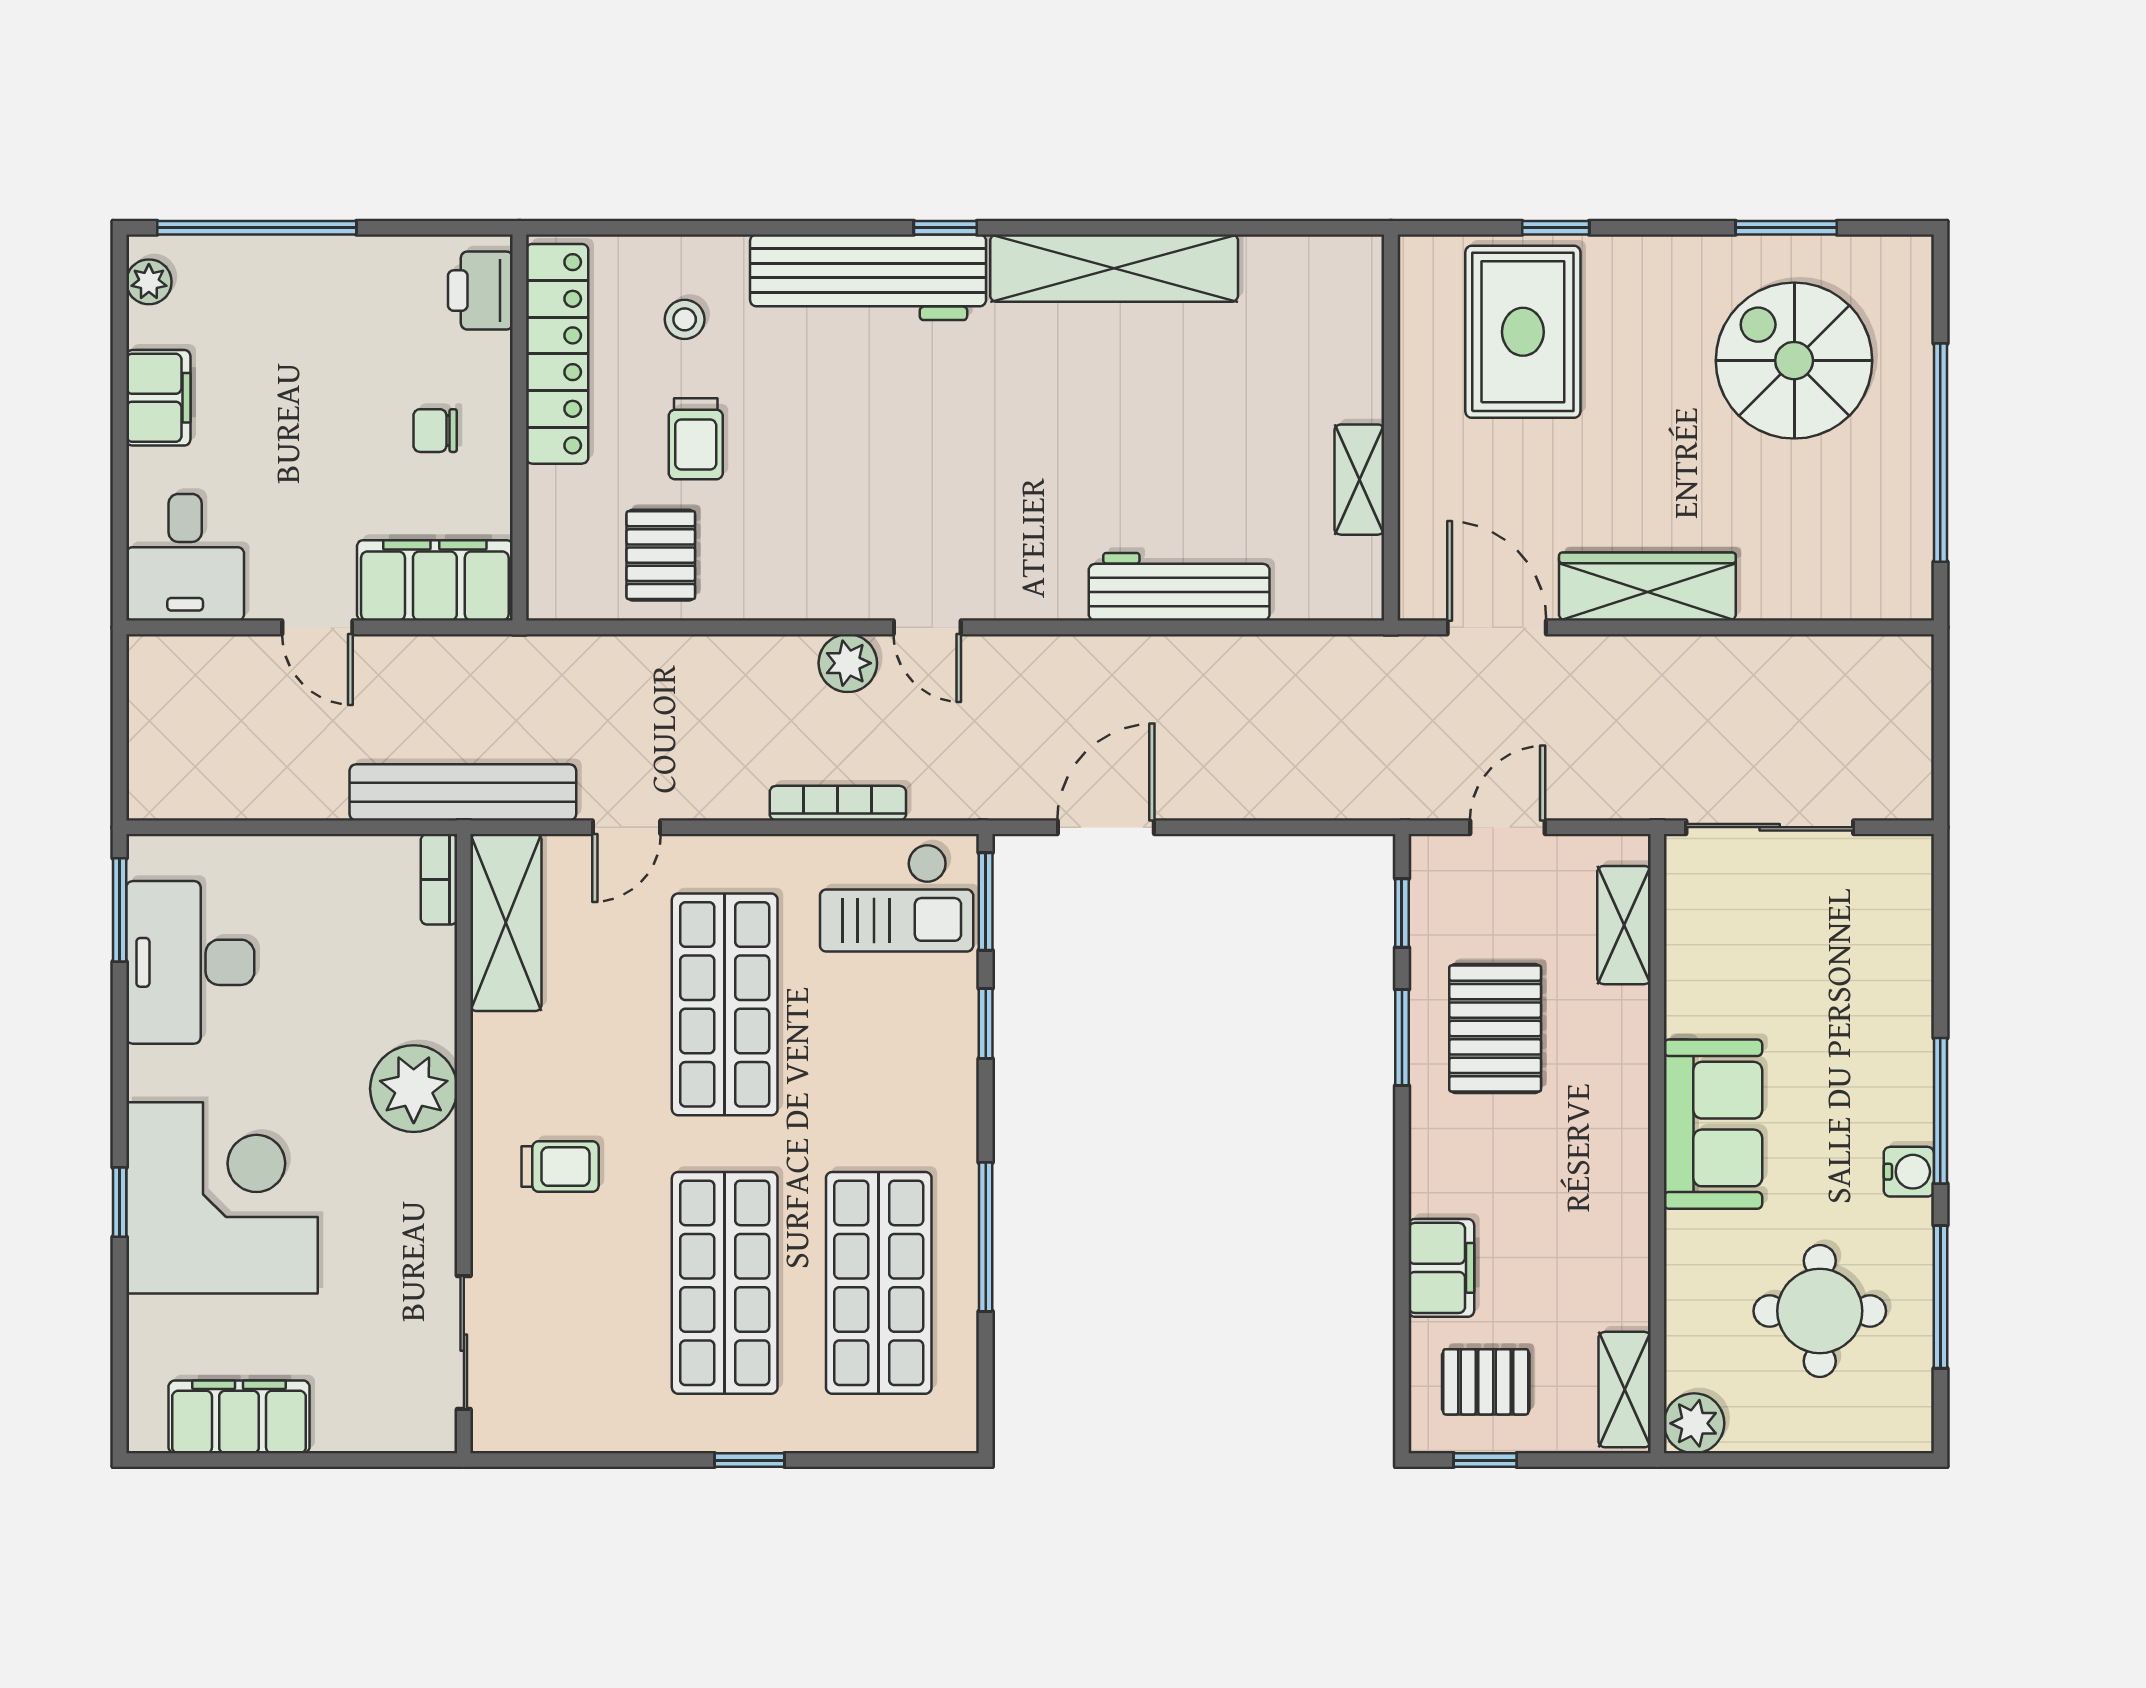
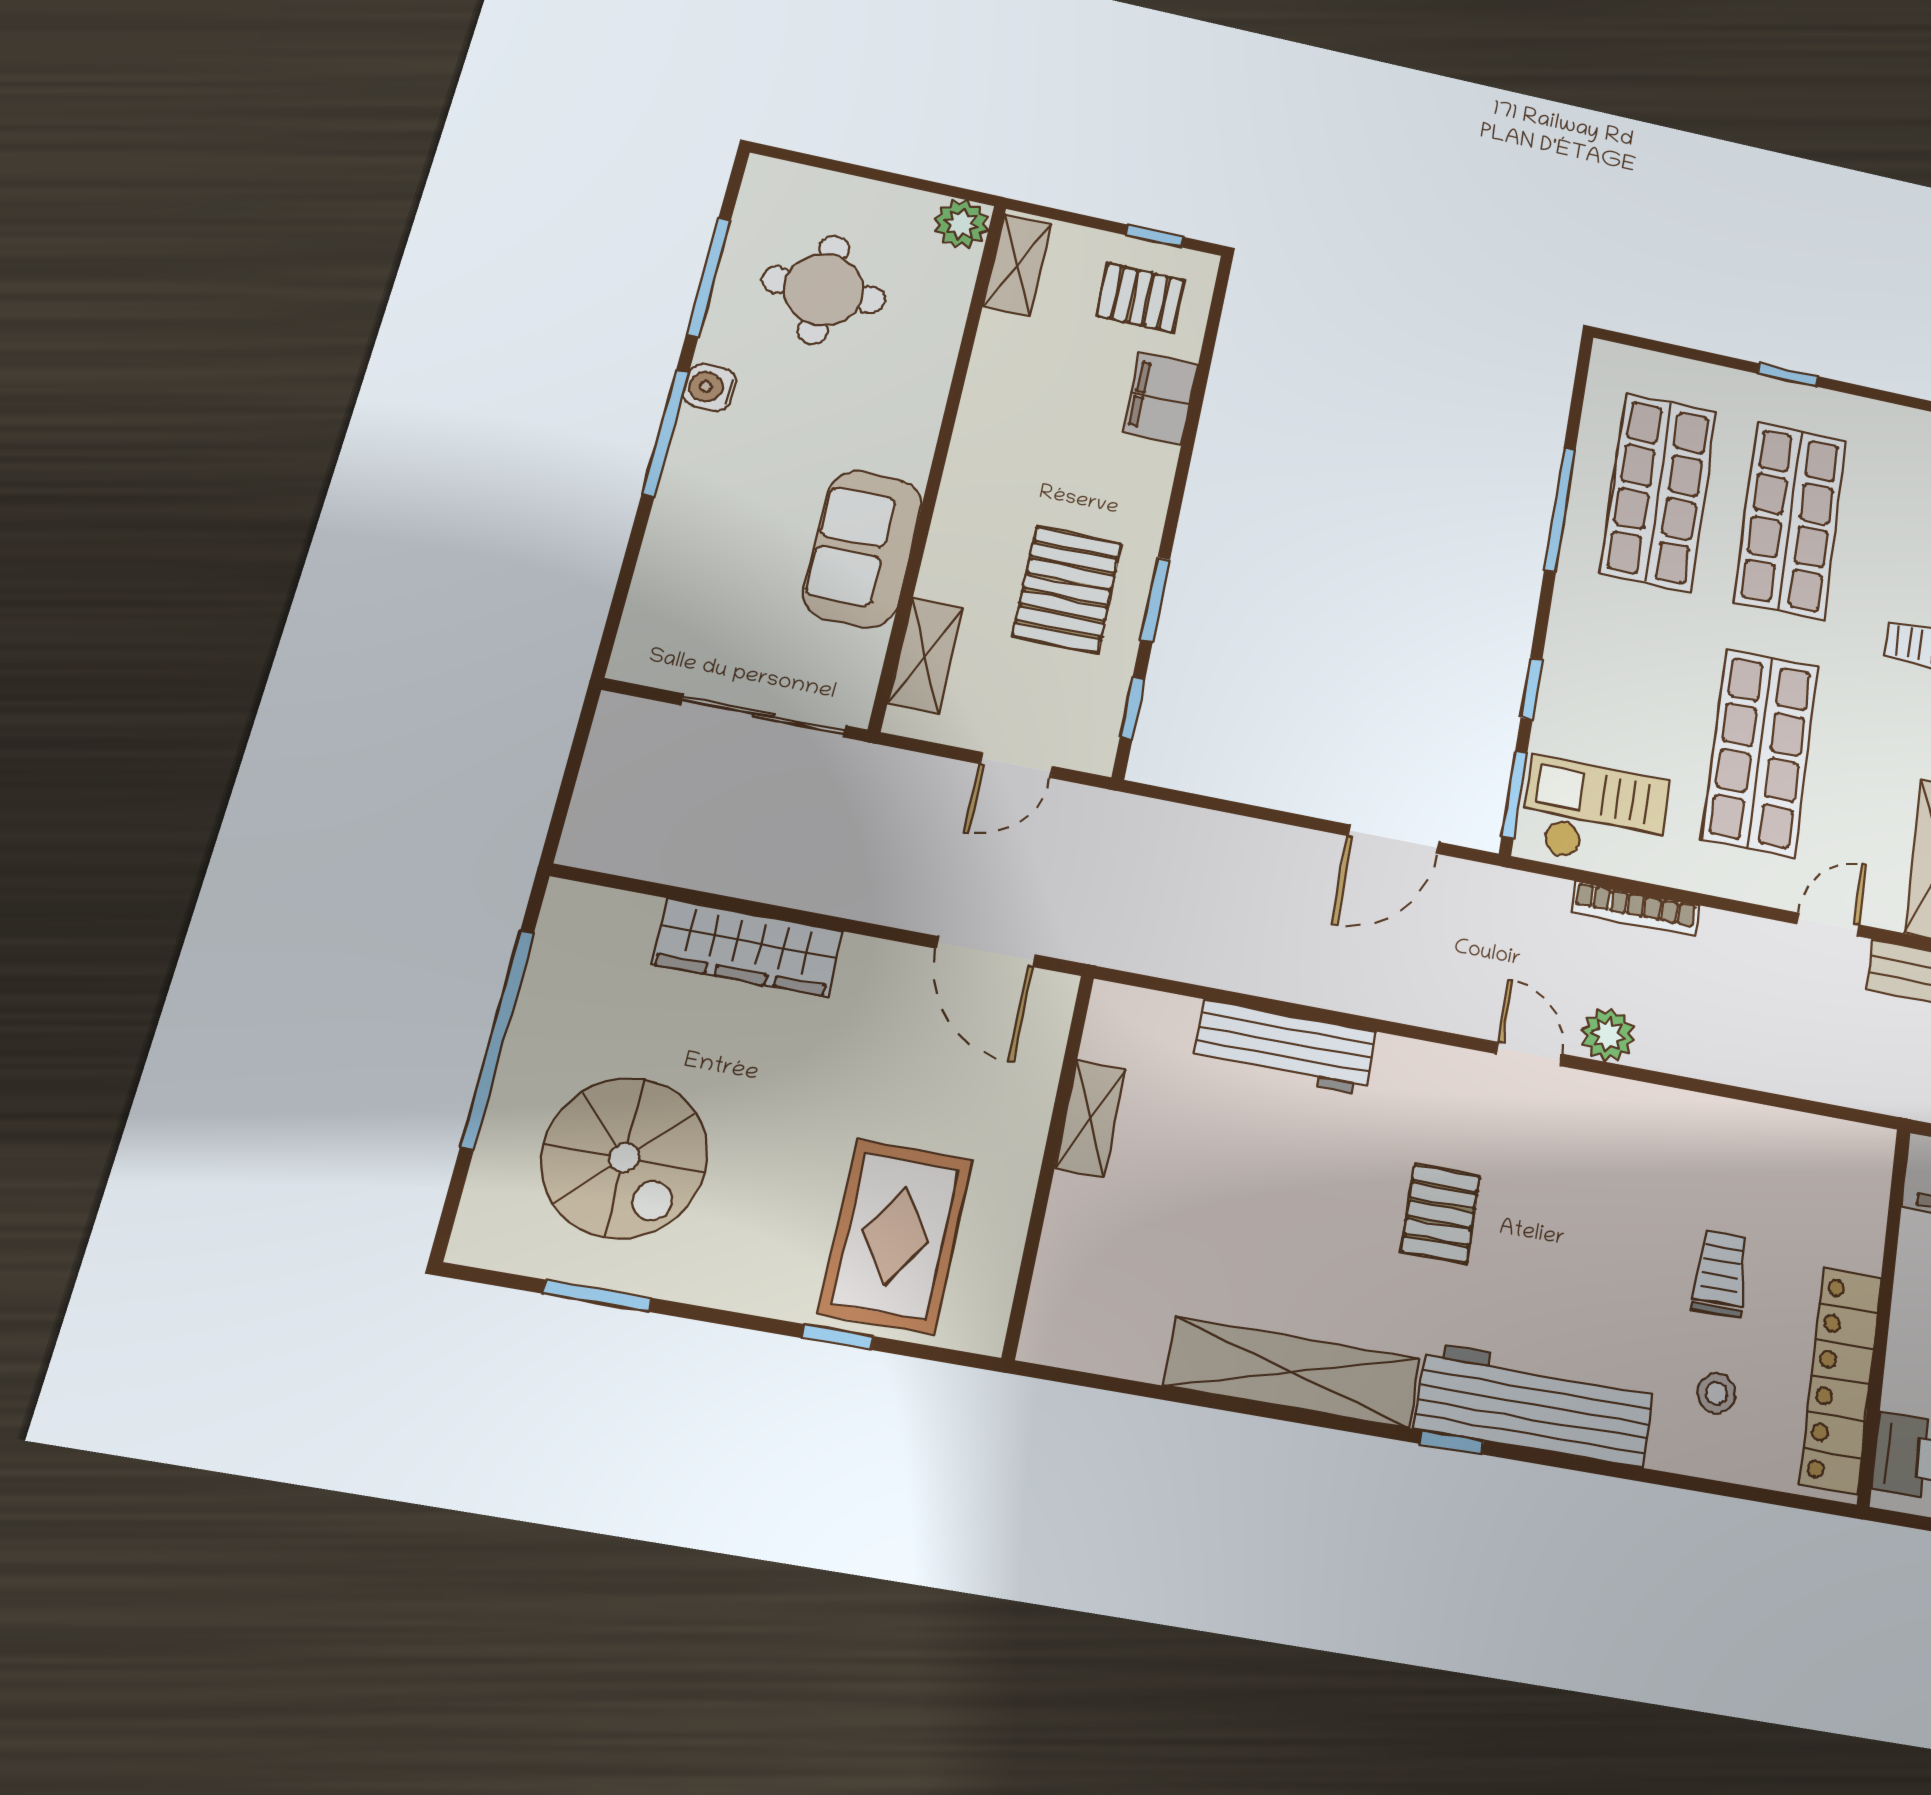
pallet: (661, 555) -> (1440, 1214), moved
wardrobe: (1647, 587) -> (747, 947), moved
sofa: (1713, 1124) -> (863, 549), moved

